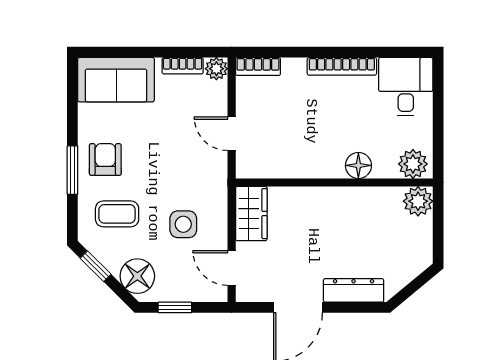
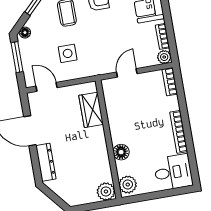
wardrobe: (251, 214) -> (91, 110), moved, turned 90
door: (232, 268) -> (47, 87), hinge flipped
floor lamp: (137, 276) -> (25, 33), width x0.53, depth x0.53
window: (175, 307) -> (17, 57), width x1.50

